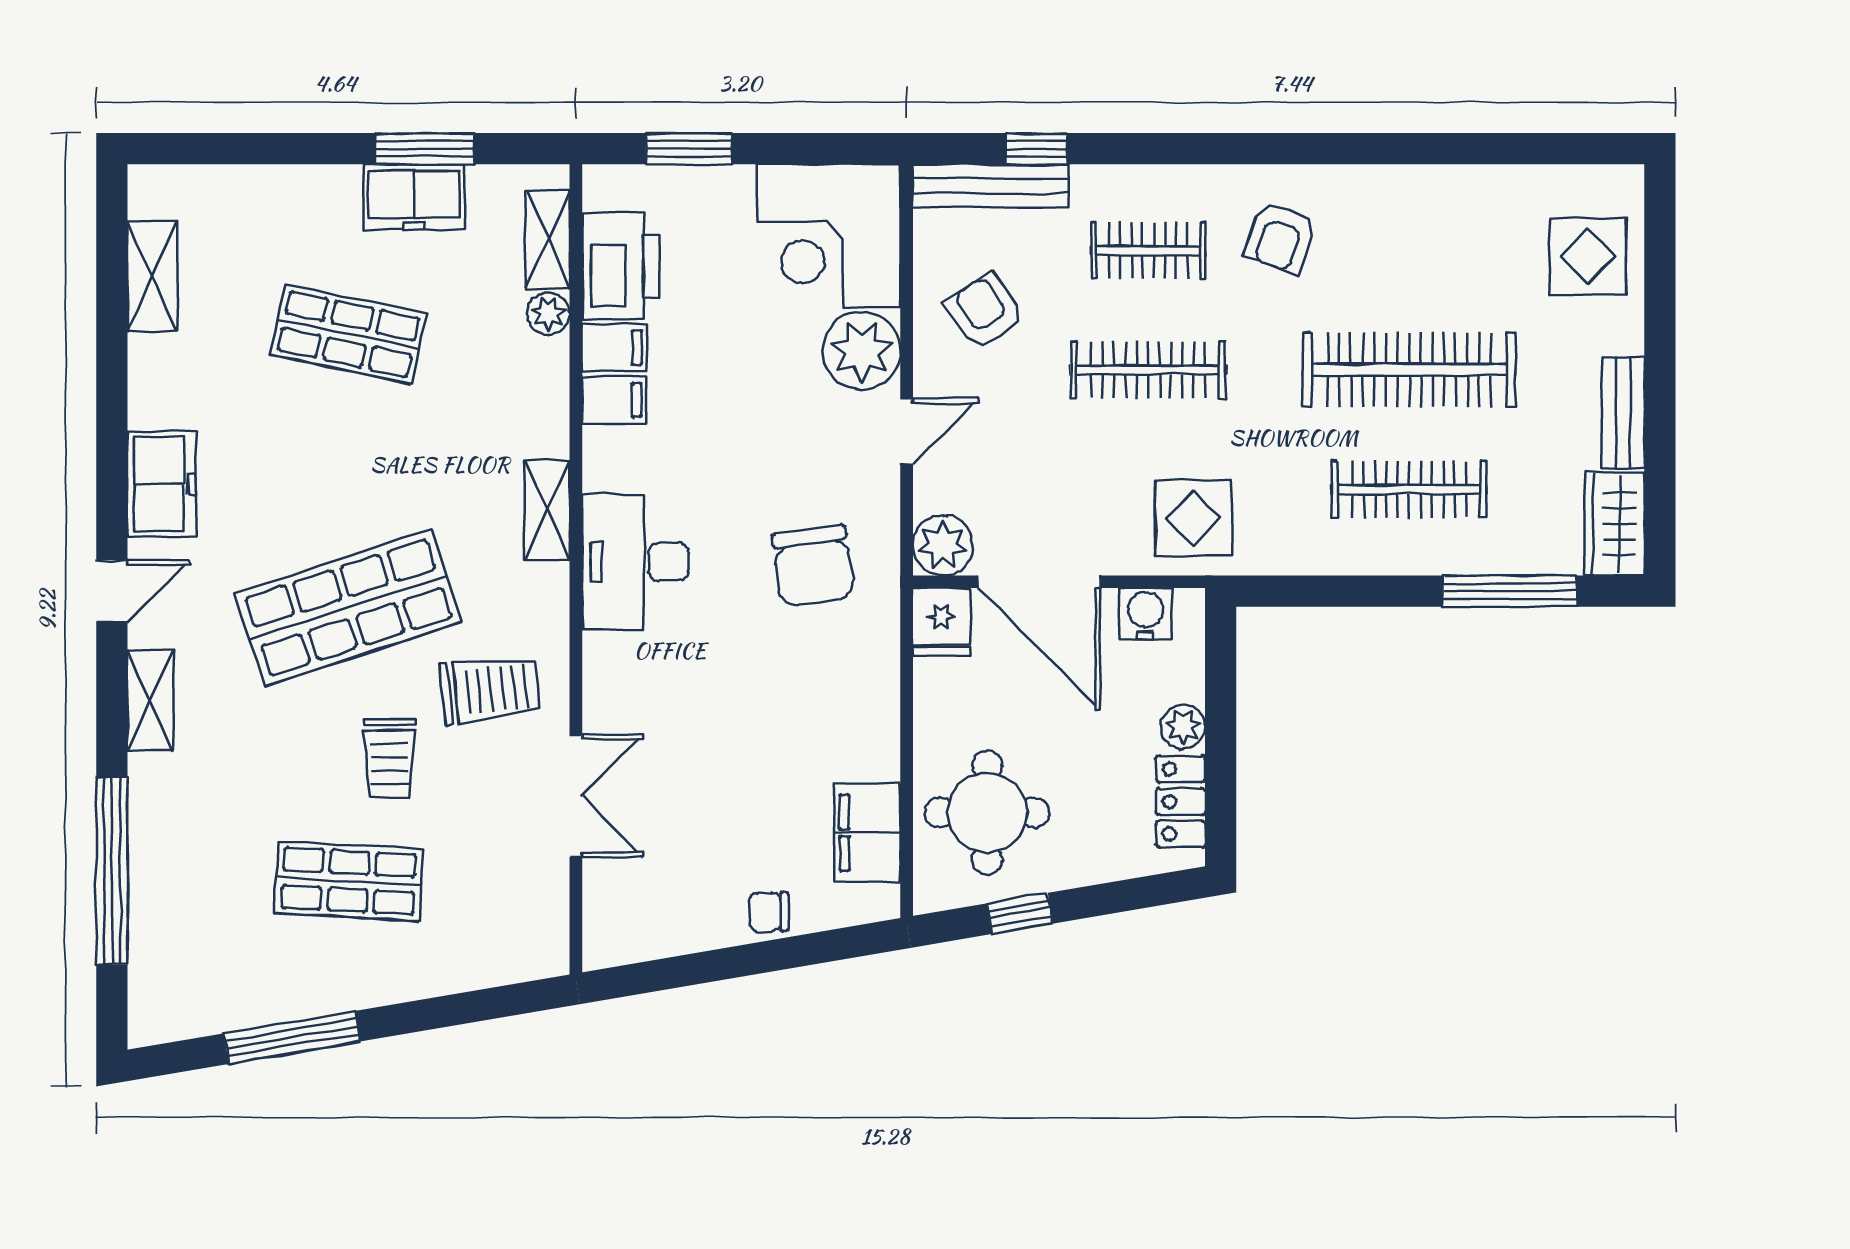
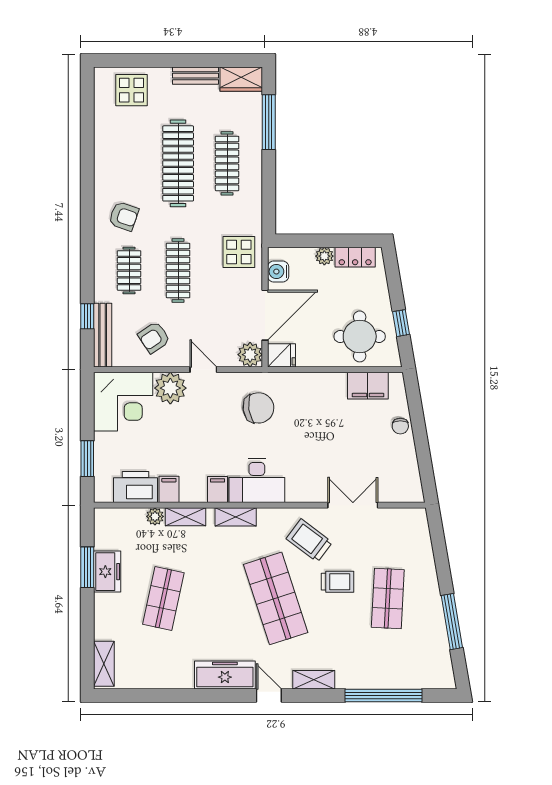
shelving: (548, 239) -> (185, 517), moved
shelving: (152, 276) -> (104, 664), moved, turned 90
filing cabinet: (614, 400) -> (217, 490), moved
freezer: (162, 484) -> (225, 675), width x1.40
trolley: (490, 690) -> (309, 540), turned -47

